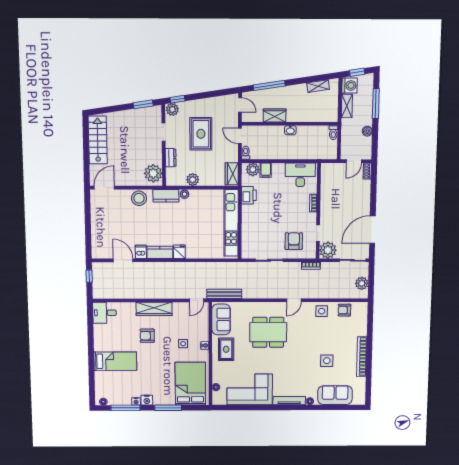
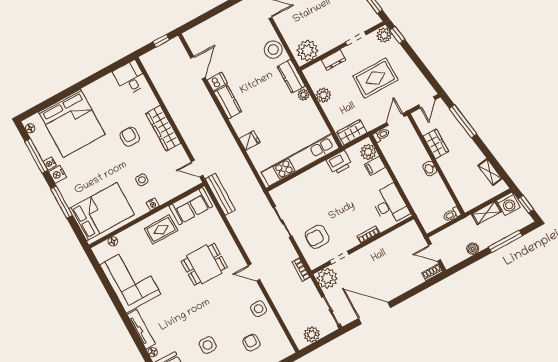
armchair: (294, 241) -> (317, 237), turned 180
fridge: (179, 252) -> (250, 141), moved
armchair: (344, 310) -> (251, 343), moved
dining table: (268, 332) -> (204, 264), width x0.73
bed: (115, 361) -> (72, 123), width x2.04

